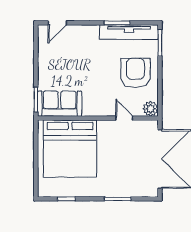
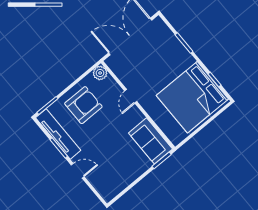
door: (57, 23) -> (78, 171), moved
armchair: (136, 73) -> (83, 105), turned 180
door: (124, 118) -> (131, 96), moved
bed: (70, 149) -> (192, 97), moved, turned 180

